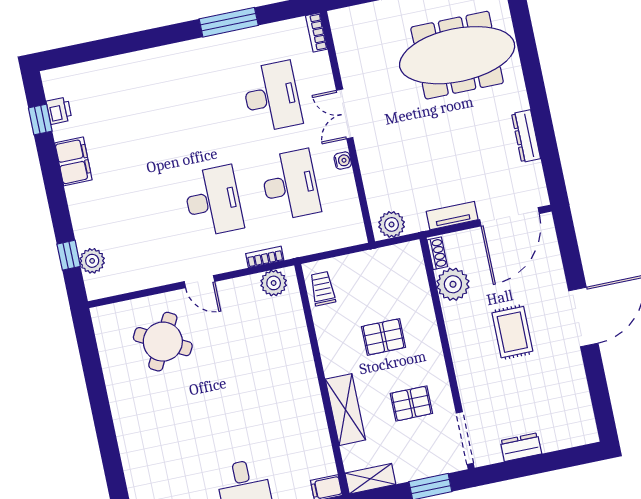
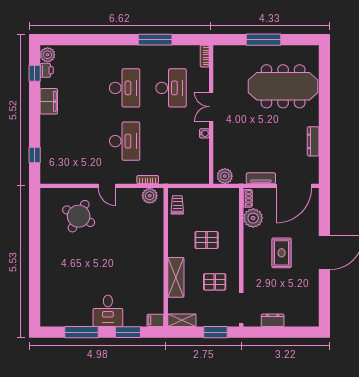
desk: (290, 185) -> (125, 88), moved
plant: (92, 261) -> (48, 55), moved

